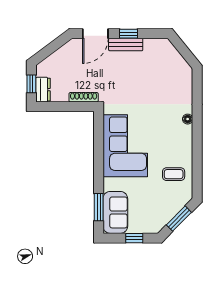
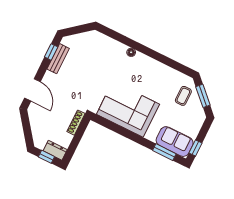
window: (128, 34) -> (51, 52), moved
bench: (126, 45) -> (58, 59), moved
coffee table: (174, 174) -> (183, 96), moved
window: (134, 238) -> (195, 148), moved

